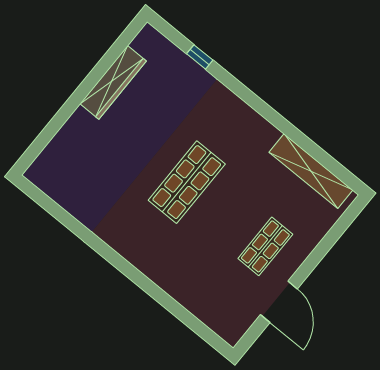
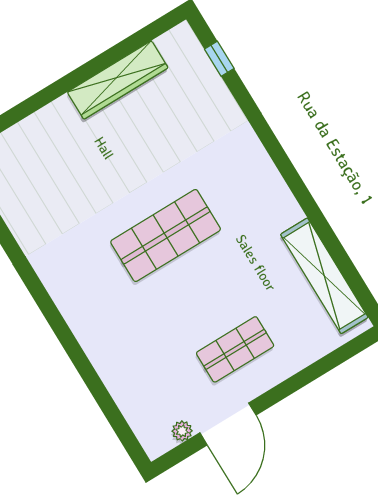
window: (200, 57) -> (219, 59), moved
plant: (248, 318) -> (182, 431), added

